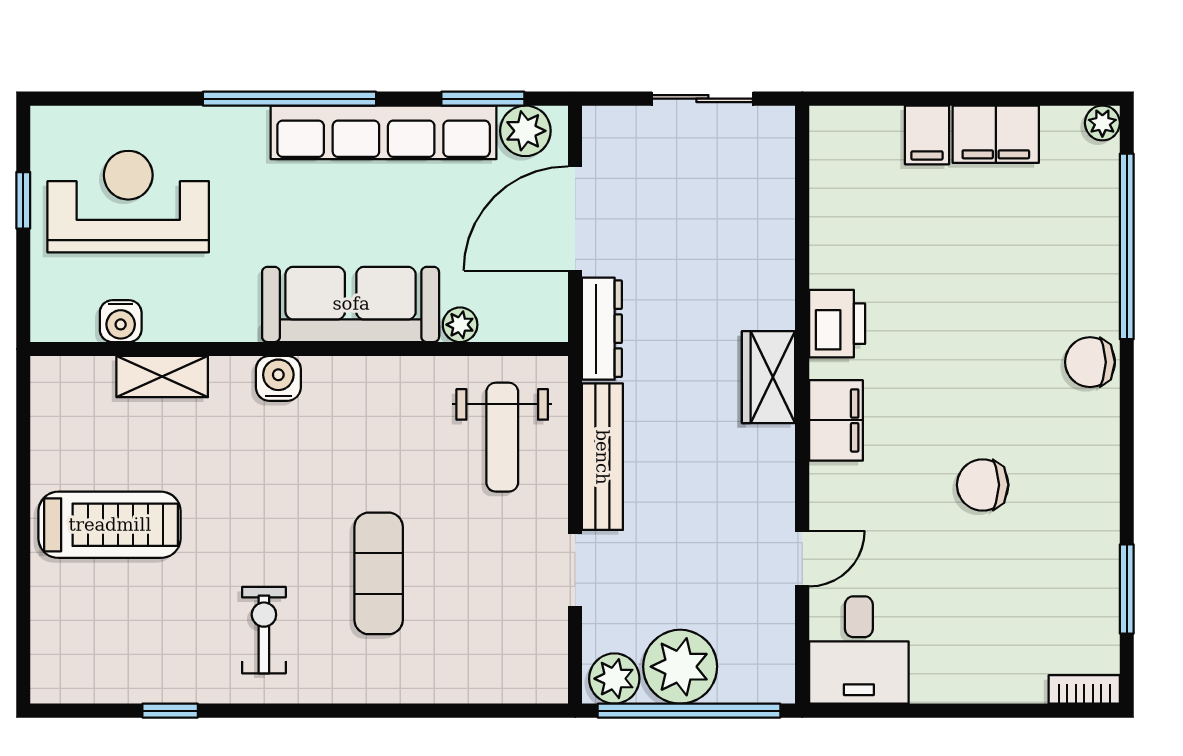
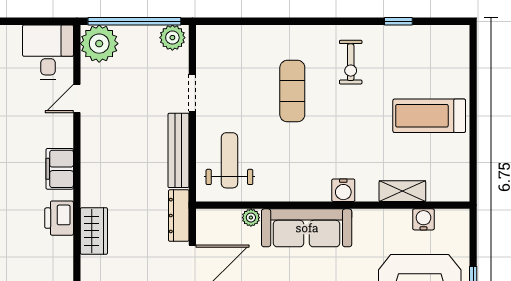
wardrobe: (769, 377) -> (94, 231), moved
plant: (680, 667) -> (99, 44), moved

